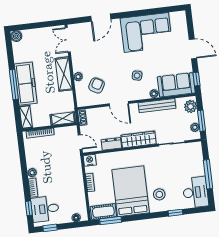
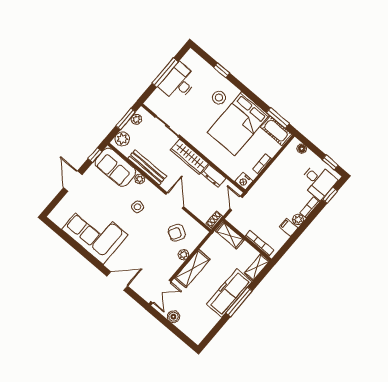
boiler: (16, 36) -> (173, 317), moved
filing cabinet: (33, 162) -> (289, 227), added
desk: (195, 192) -> (178, 82), moved

